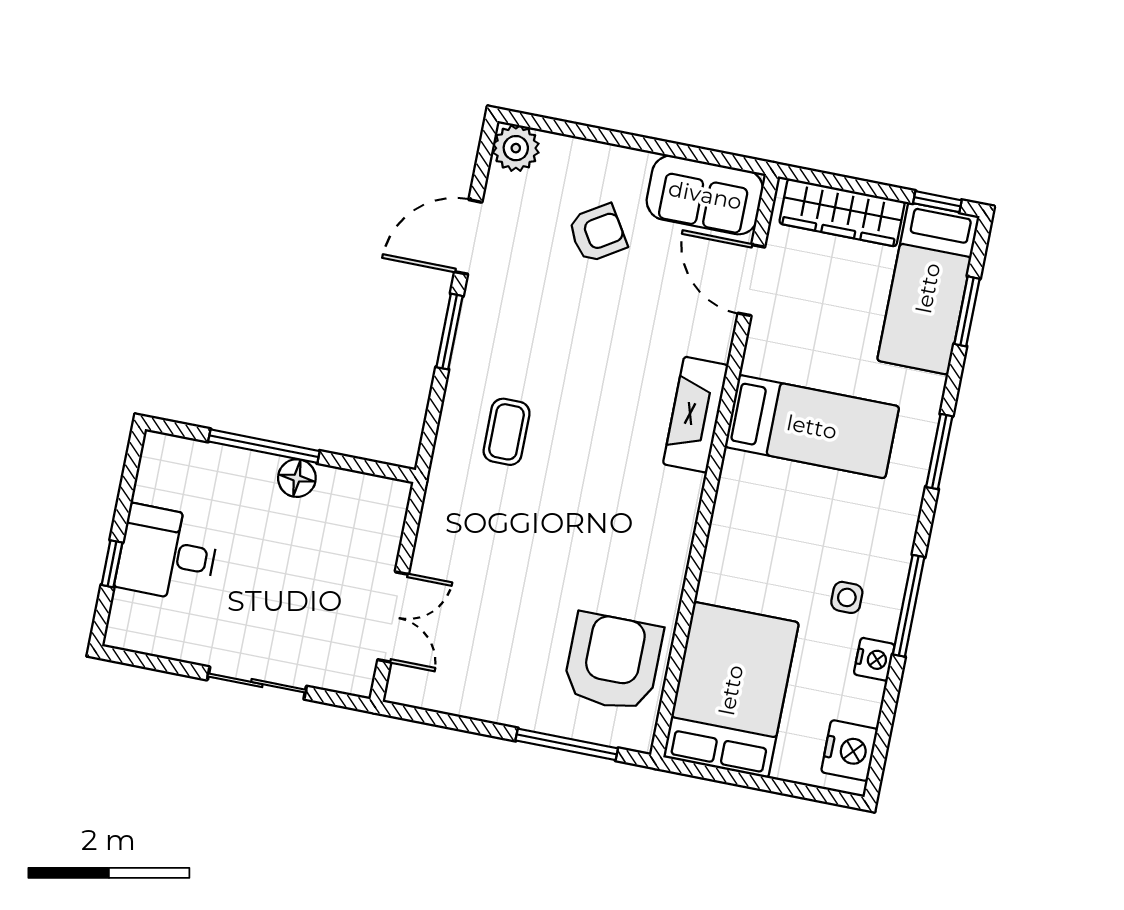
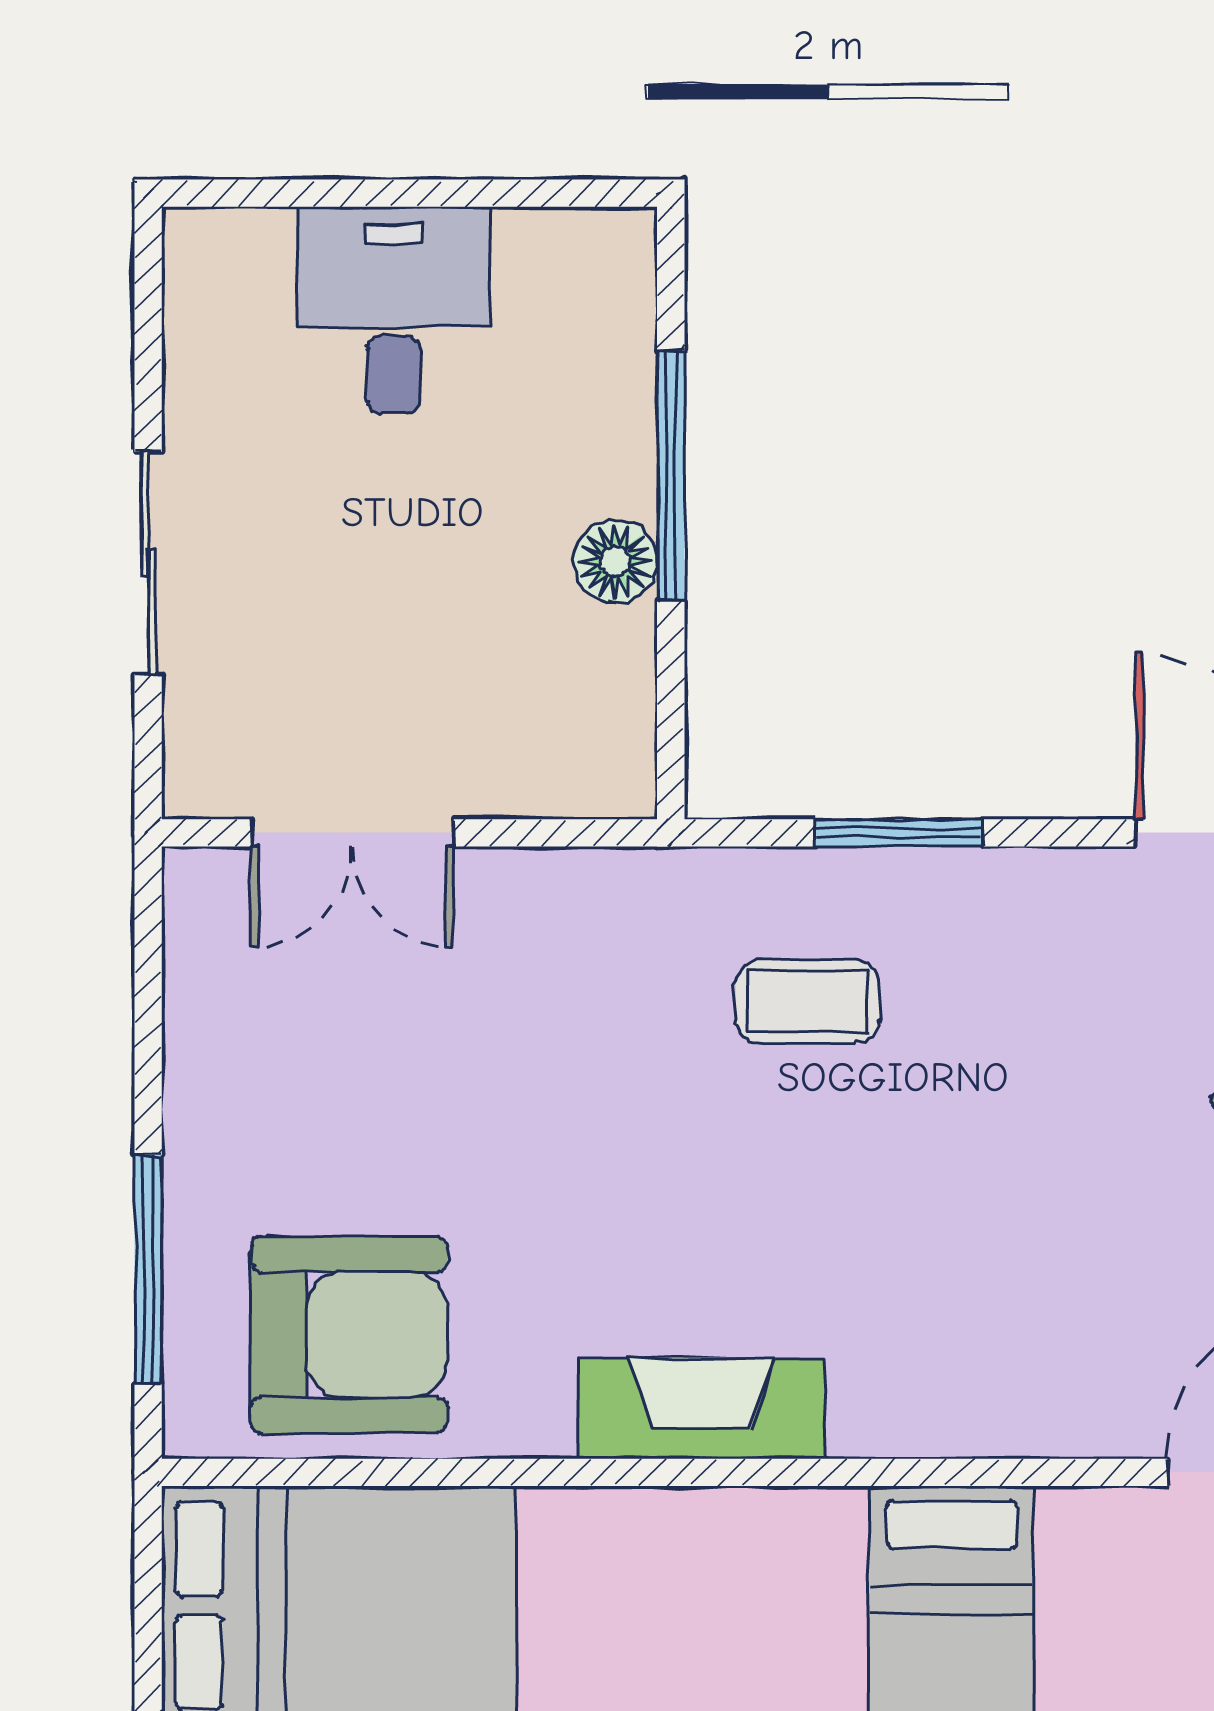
window: (450, 332) -> (899, 833), moved
fireplace: (696, 415) -> (701, 1408), moved
window: (112, 564) -> (347, 193), removed

